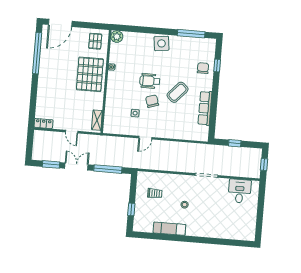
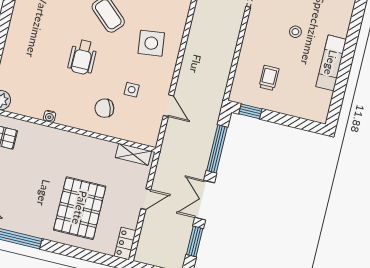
side table: (161, 43) -> (151, 43), moved
pallet: (90, 74) -> (80, 208), moved, turned 90
chair: (152, 101) -> (104, 108), moved
door: (145, 138) -> (168, 106), moved
window: (131, 209) -> (250, 111), moved

